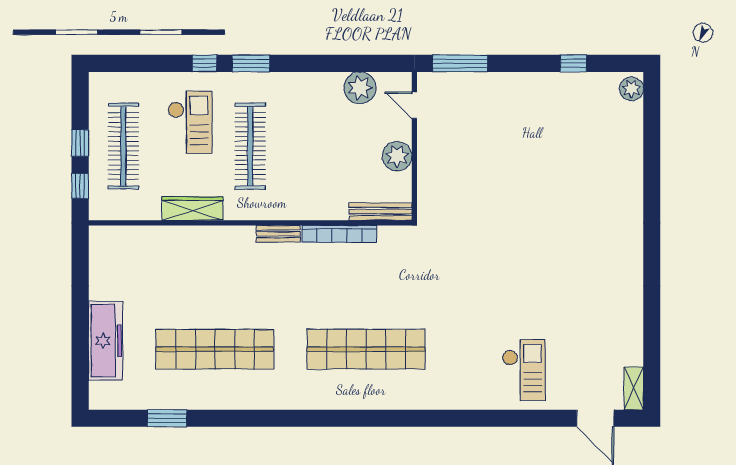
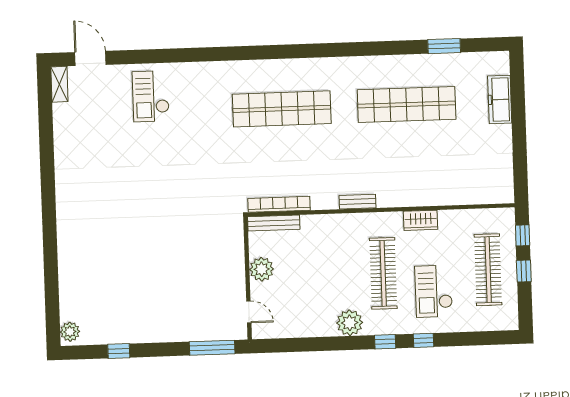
window: (251, 63) -> (385, 342), width x0.67
plant: (360, 88) -> (350, 323), moved
wardrobe: (193, 209) -> (421, 220), width x0.67
bookcase: (339, 234) -> (279, 204), moved
freezer: (106, 341) -> (500, 100), width x0.73, depth x0.79

